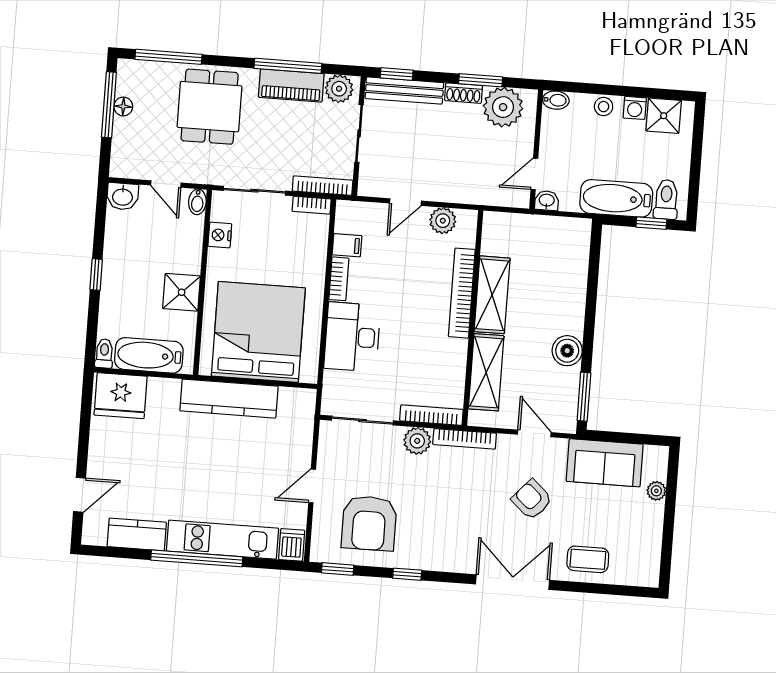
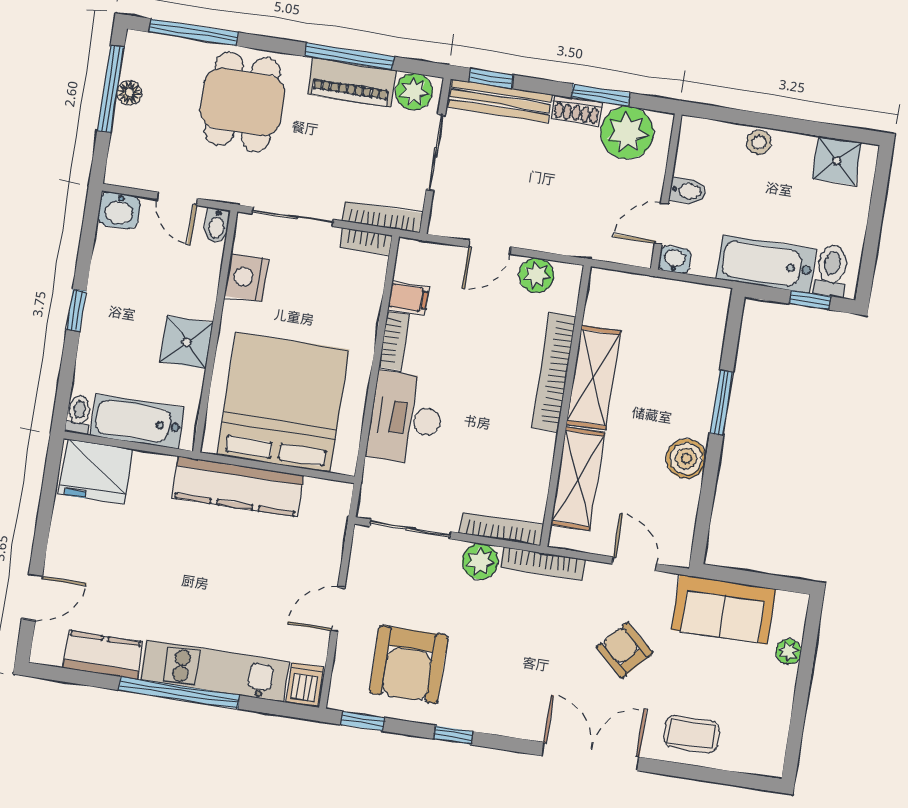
bidet: (556, 100) -> (687, 191), moved
washing machine: (635, 108) -> (800, 147), removed
nightstand: (220, 235) -> (246, 278), width x1.36, depth x1.33
window: (584, 397) -> (721, 403), moved

